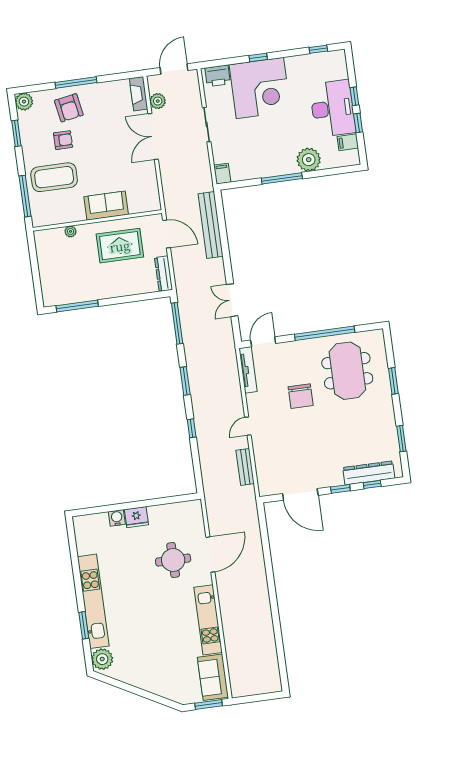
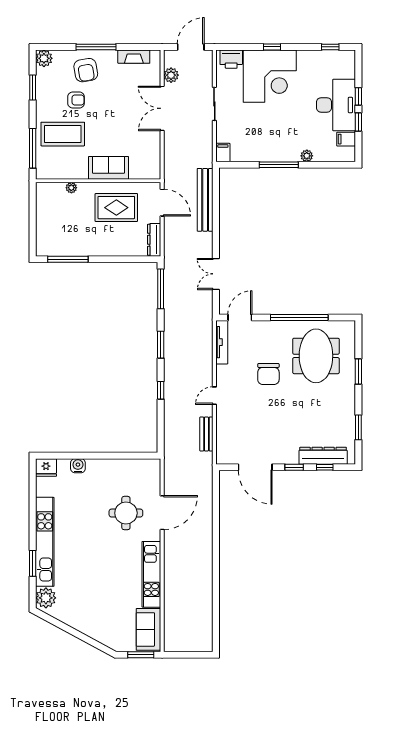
fireplace: (139, 94) -> (134, 57), moved, turned -90
plant: (309, 160) -> (307, 156), width x0.53, depth x0.53
fridge: (136, 517) -> (46, 467), moved

